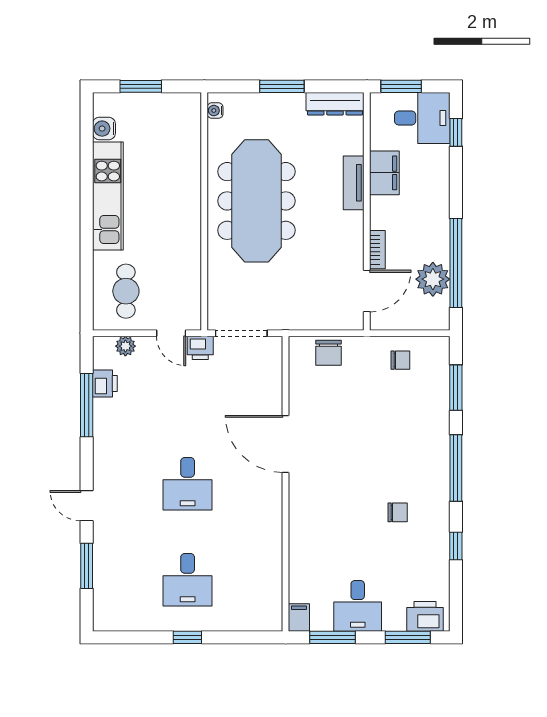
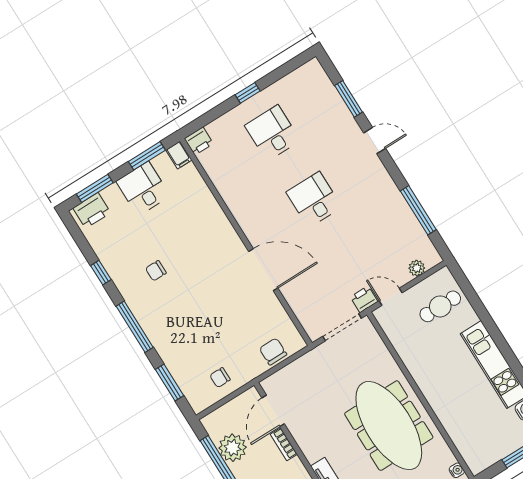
cafe table: (126, 291) -> (440, 306), turned 90
printer: (105, 384) -> (199, 141), moved, turned -90

